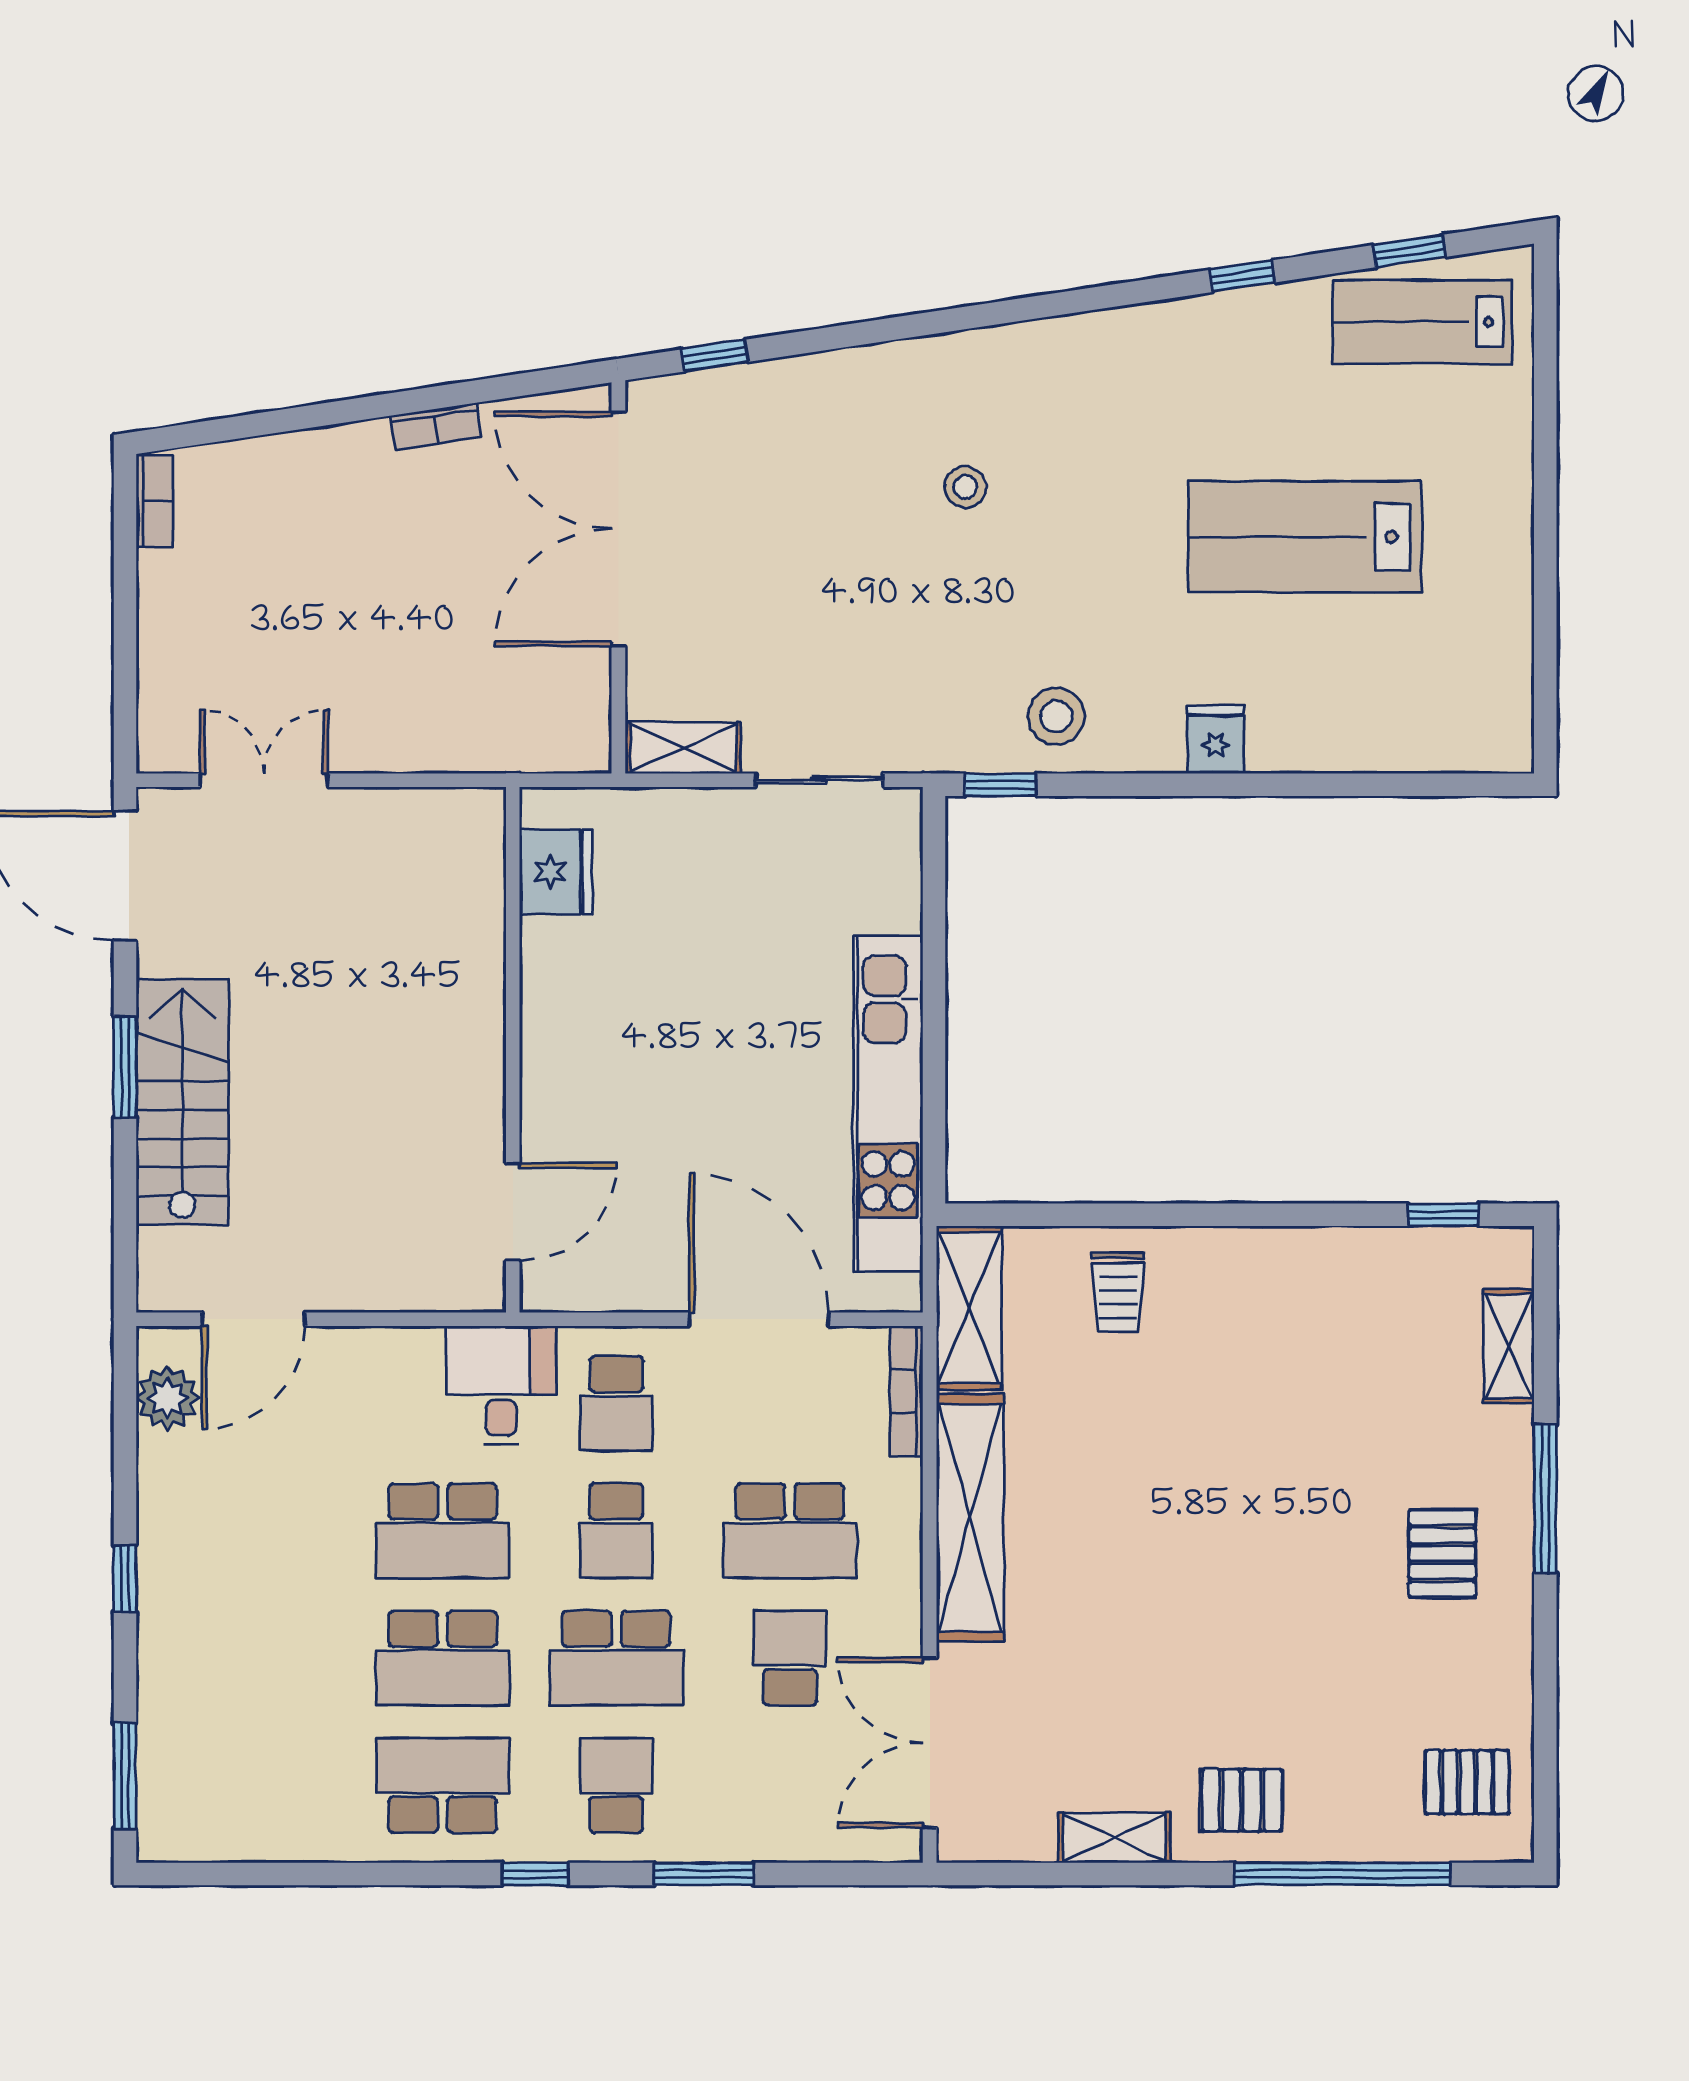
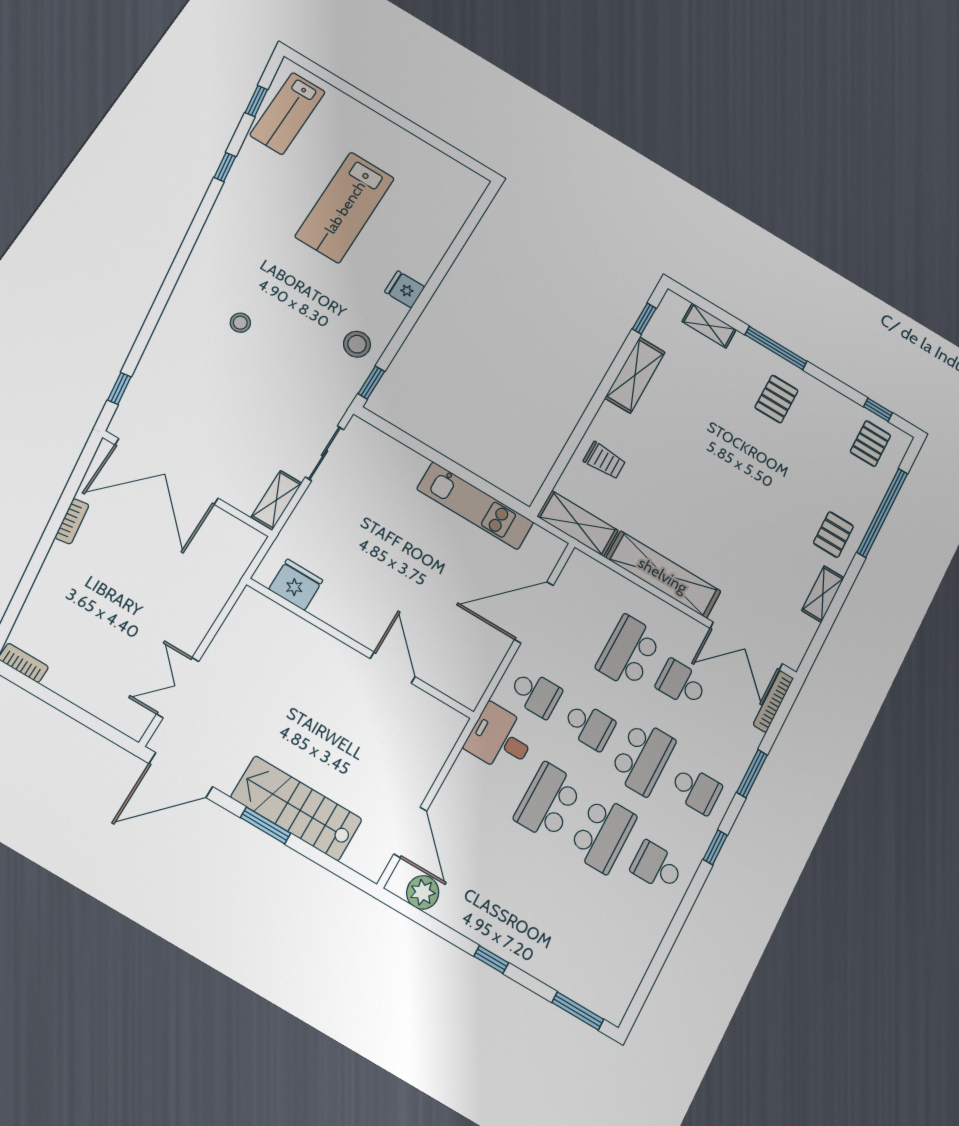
kitchen unit: (888, 1103) -> (475, 506), width x0.73
door: (513, 1212) -> (393, 668), moved
shelving: (1320, 1258) -> (635, 375), added
bookcase: (906, 1391) -> (773, 701), moved, turned 90
school desk: (443, 1531) -> (548, 802), turned 180
school desk: (790, 1531) -> (629, 652), turned 180
pallet: (1442, 1553) -> (777, 399), turned 90
window: (1545, 1763) -> (878, 410), added
school desk: (443, 1785) -> (657, 866), width x0.54
school desk: (616, 1785) -> (696, 790), turned 180

